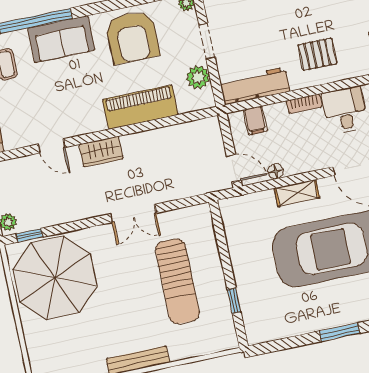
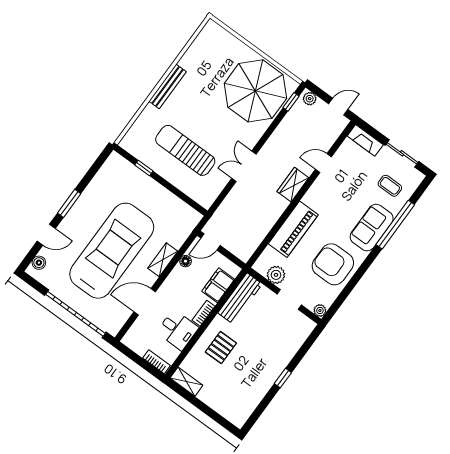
filing cabinet: (255, 120) -> (218, 285), width x2.00

